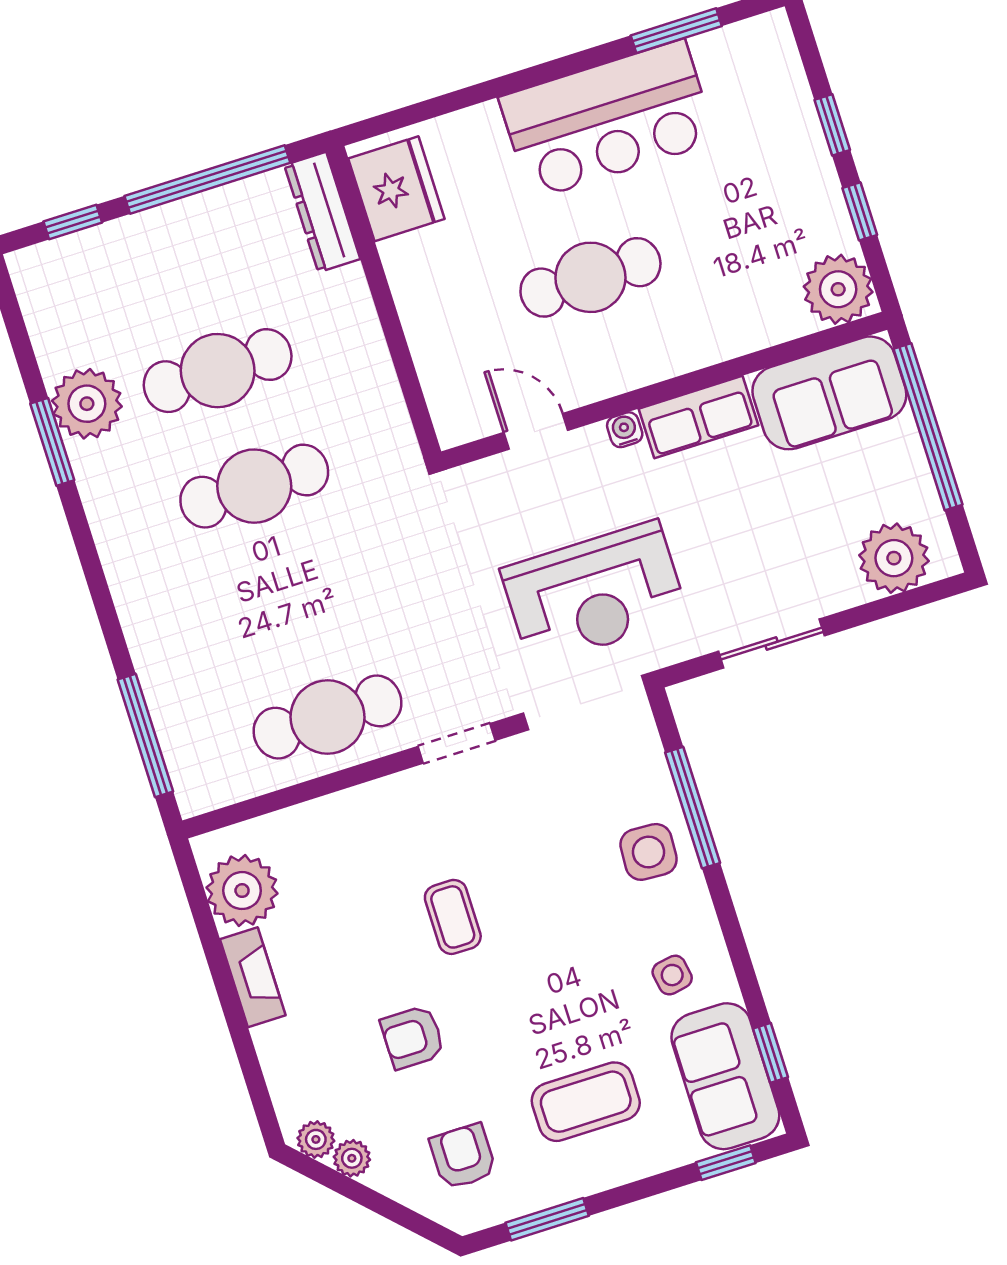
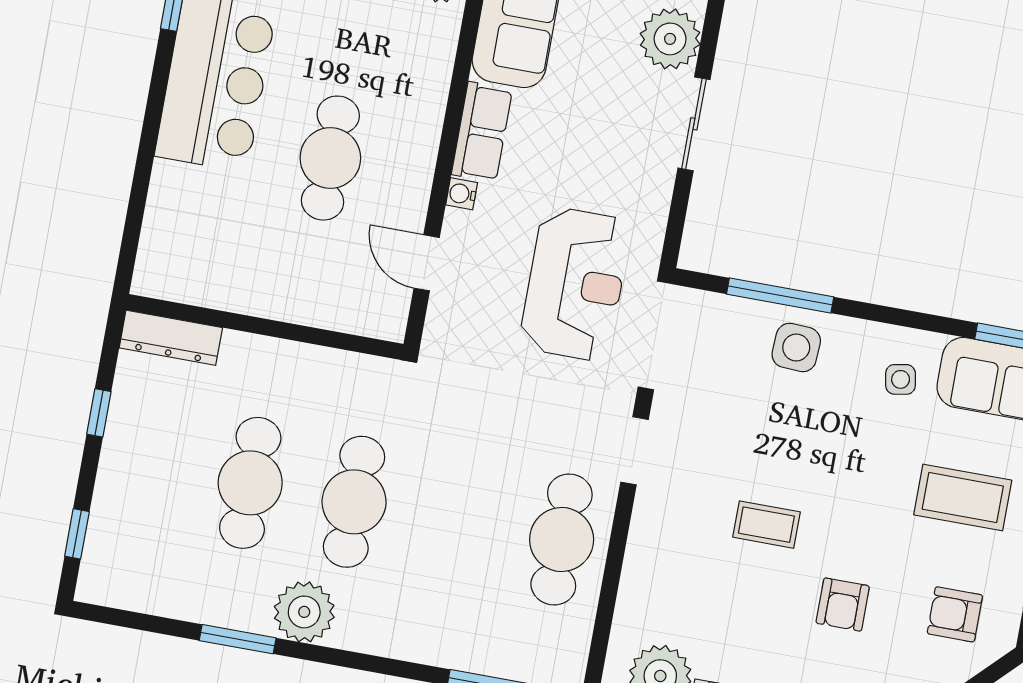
window: (207, 179) -> (99, 413), width x0.32
fridge: (396, 189) -> (183, 271), removed
plant: (87, 404) -> (304, 612), moved
door: (536, 431) -> (427, 263), hinge flipped
sliding door: (772, 644) -> (694, 124), moved
coffee table: (586, 1102) -> (963, 498), turned 90

